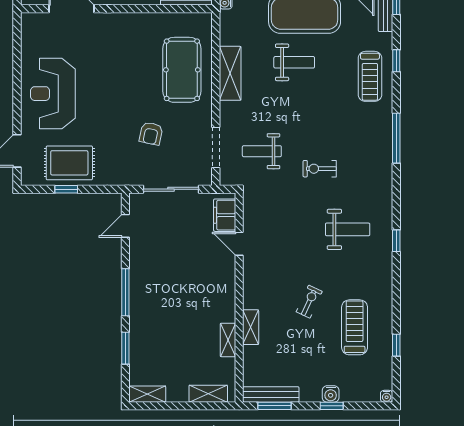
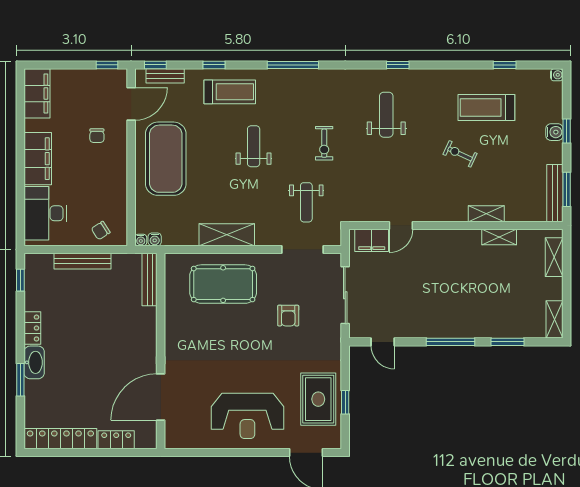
weight bench: (294, 62) -> (254, 146), moved
armchair: (151, 133) -> (288, 316), turned 78

